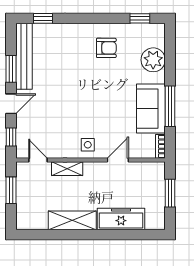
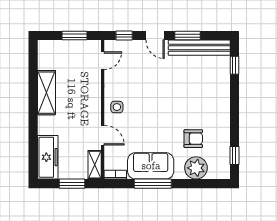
armchair: (106, 48) -> (193, 139), moved, turned -90
shelving: (67, 169) -> (95, 165), moved
freezer: (121, 219) -> (48, 157), moved

